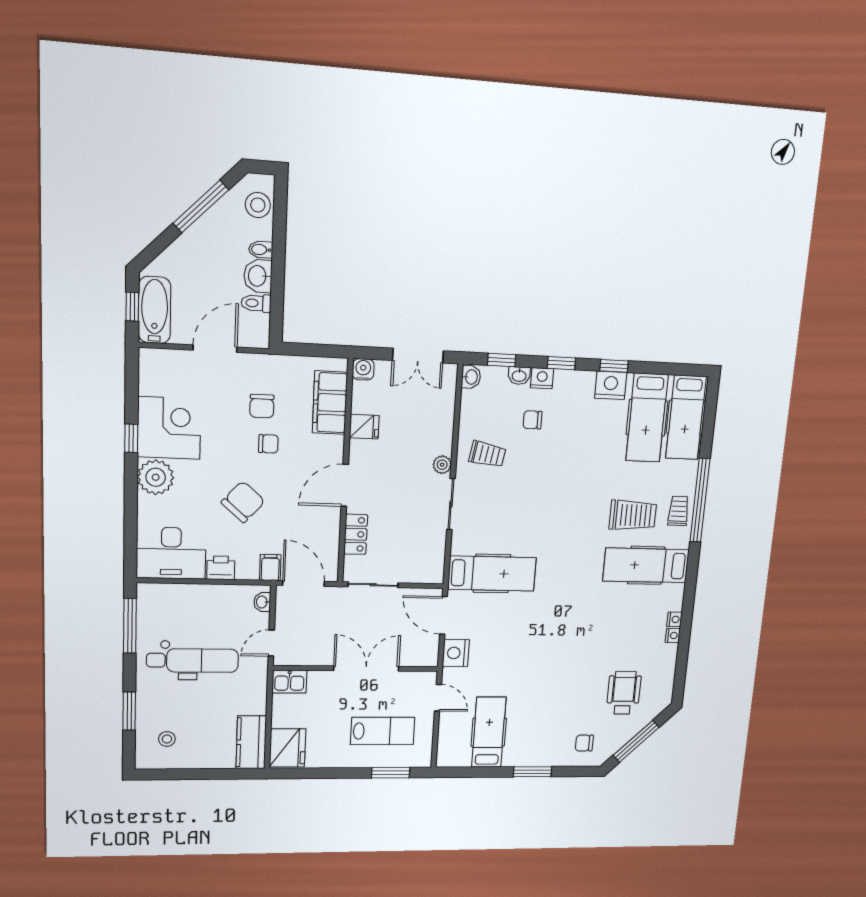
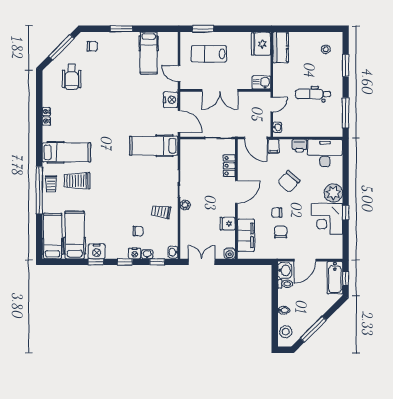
washbasin: (258, 276) -> (285, 270), moved
dental chair: (193, 660) -> (313, 94), width x0.73, depth x0.72

